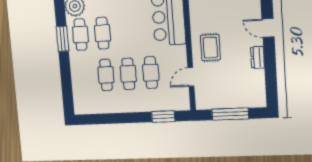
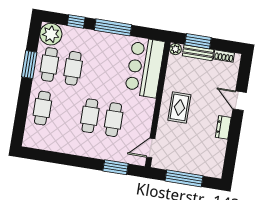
cafe table: (106, 75) -> (42, 108), moved
door: (191, 77) -> (151, 148), moved

